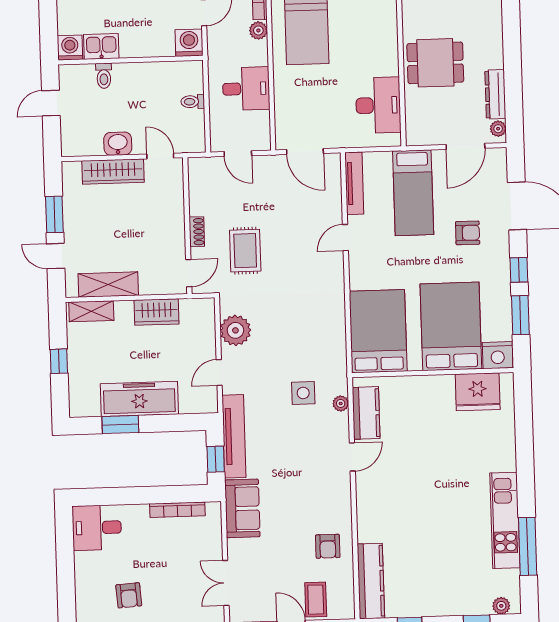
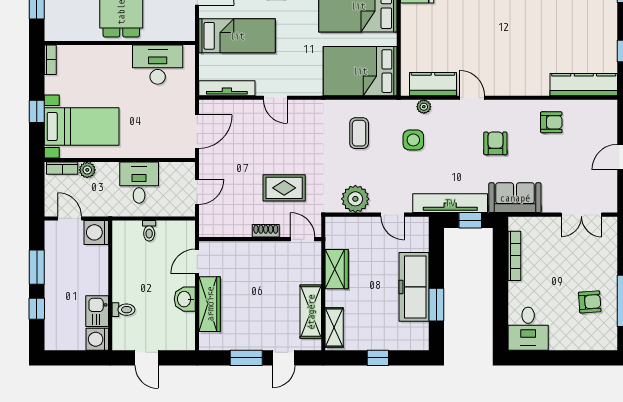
armchair: (302, 485) -> (495, 143), added
coffee table: (316, 600) -> (359, 133), moved, turned 90

